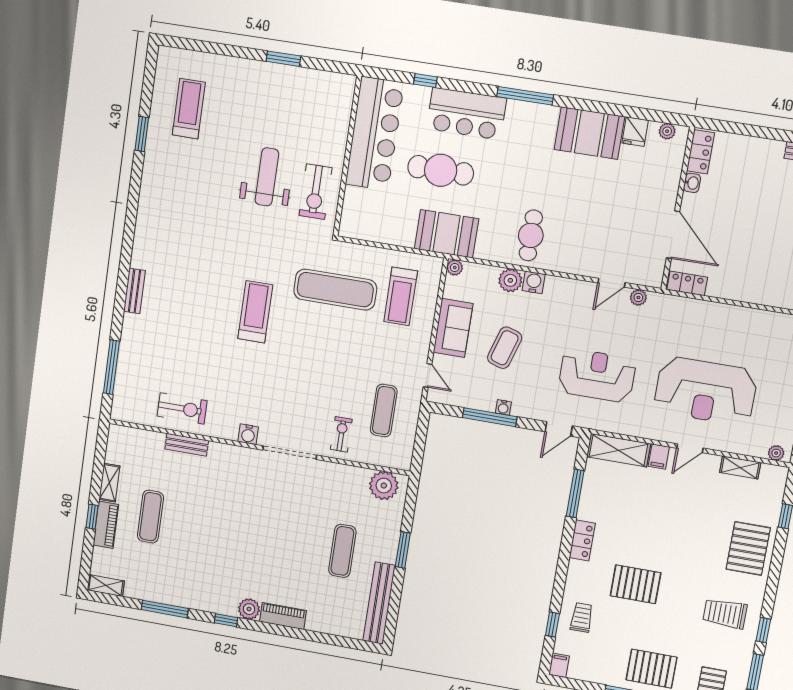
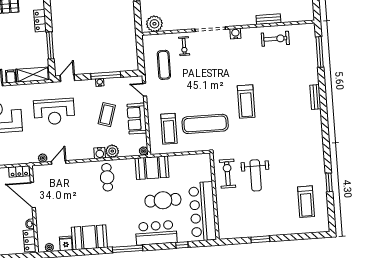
treadmill: (401, 296) -> (169, 129), turned 180
exercise bike: (182, 408) -> (275, 39), turned 180

